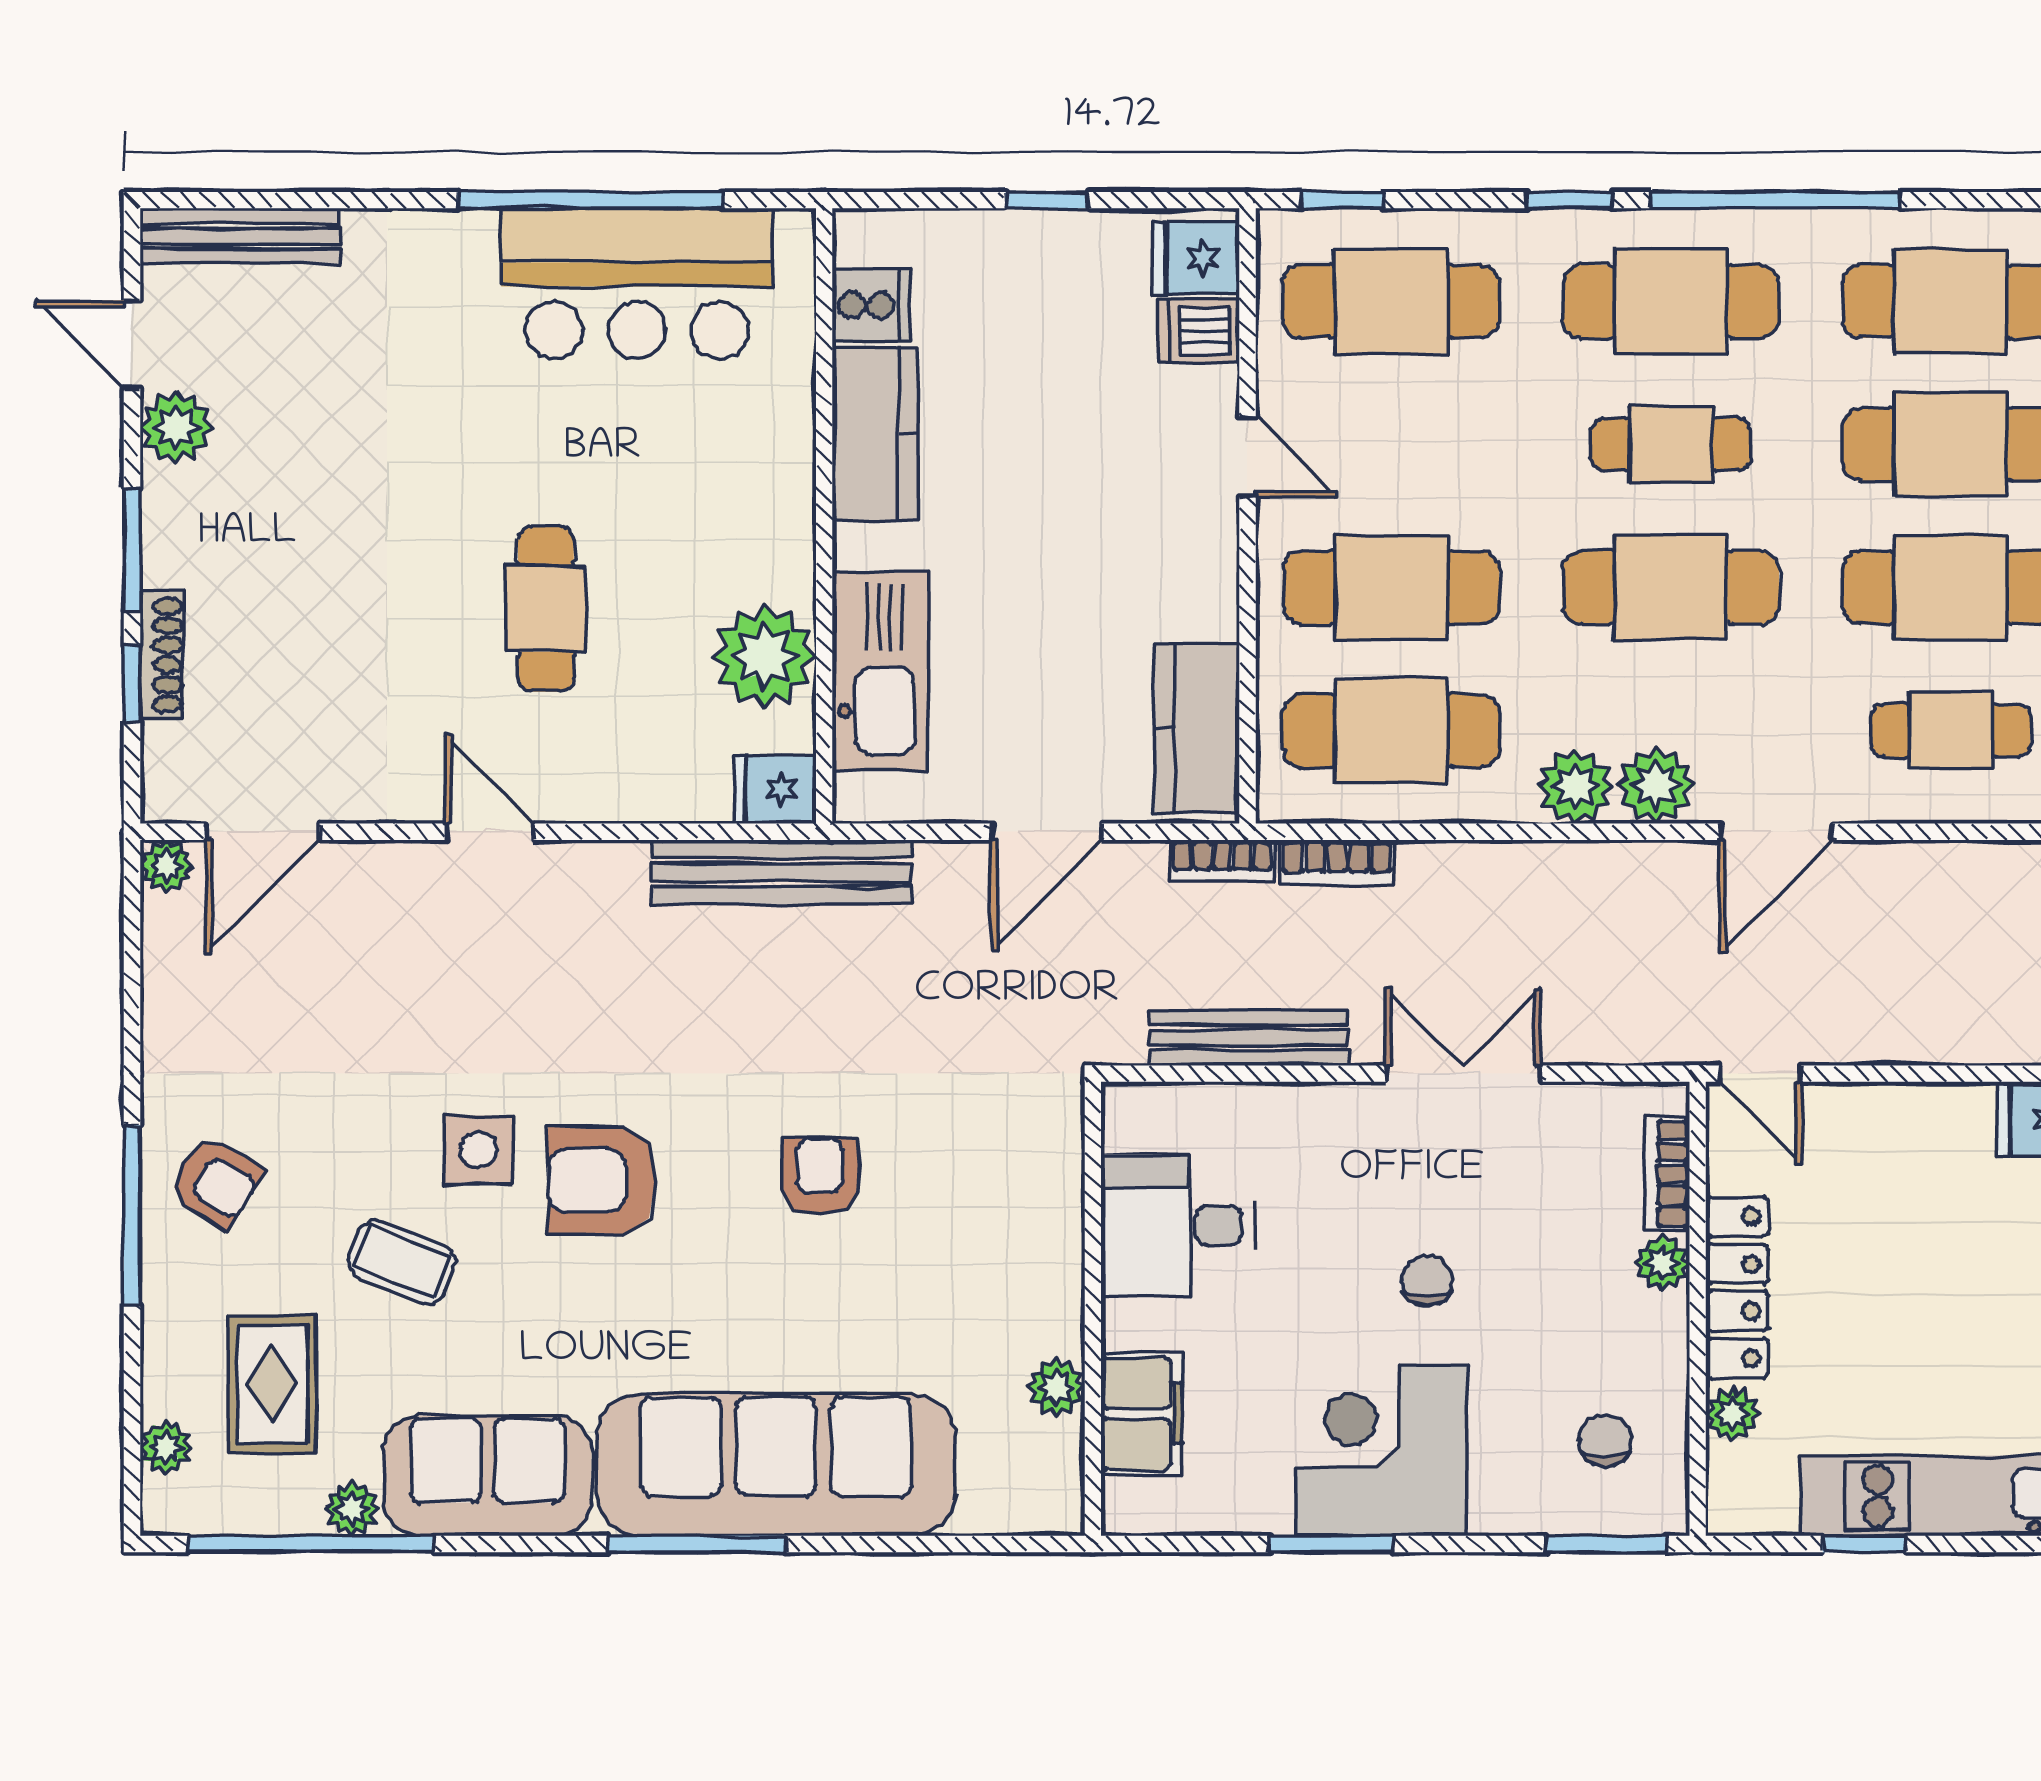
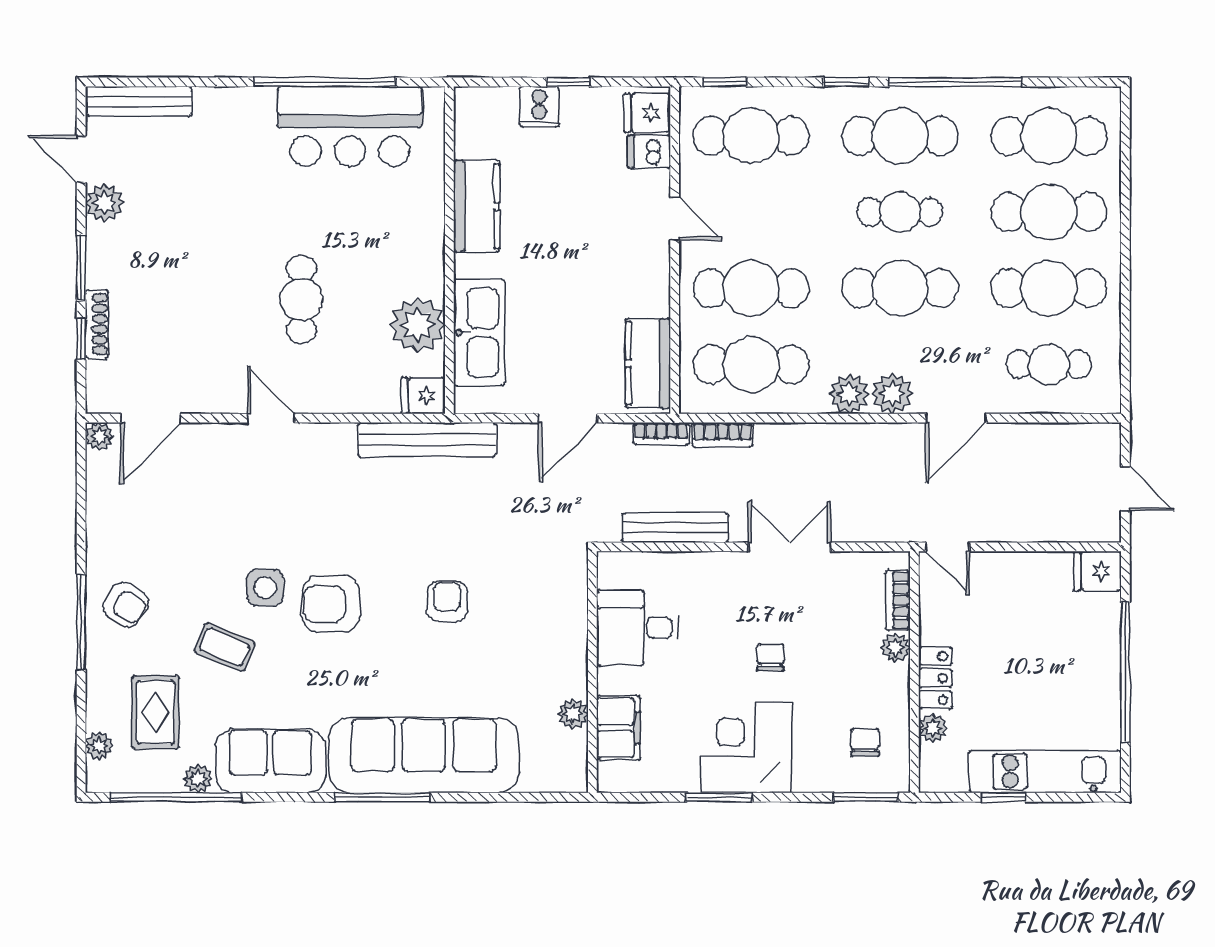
cooker: (871, 305) -> (539, 107), moved, turned 90
locker: (1737, 1288) -> (935, 678), width x0.66

